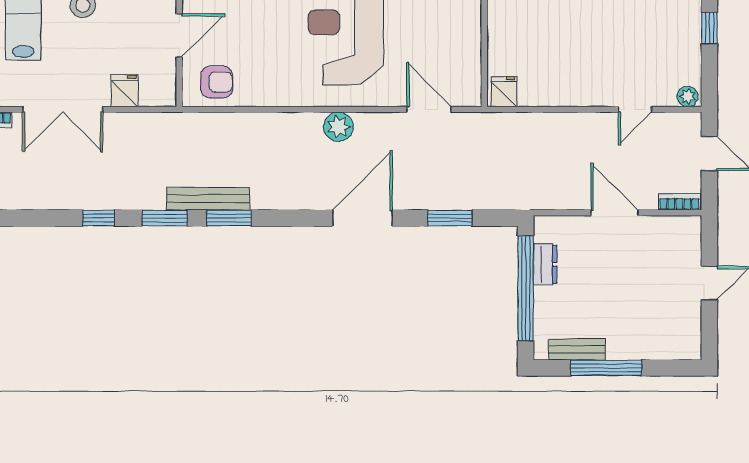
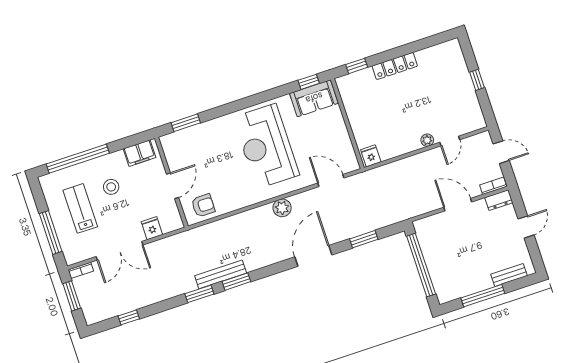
plant: (688, 96) -> (427, 140), moved
window: (98, 218) -> (129, 317), moved
dresser: (545, 264) -> (499, 200), moved, turned 90
bench: (577, 349) -> (509, 275), moved

